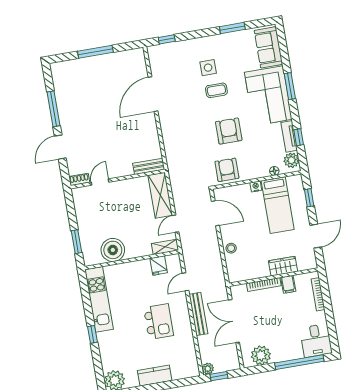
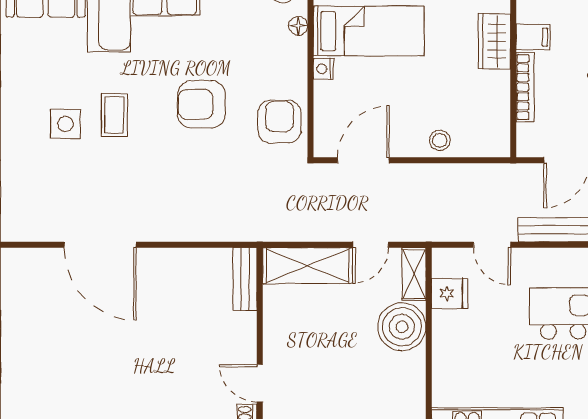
armchair: (227, 170) -> (279, 122), turned 90
door: (175, 224) -> (371, 245), hinge flipped
boiler: (113, 250) -> (402, 327), moved

